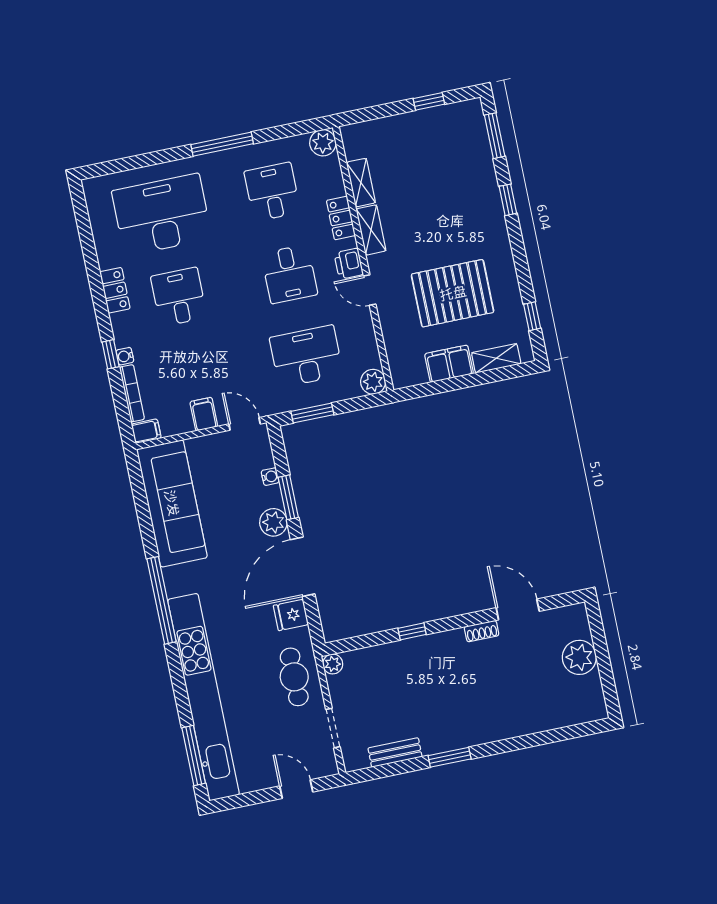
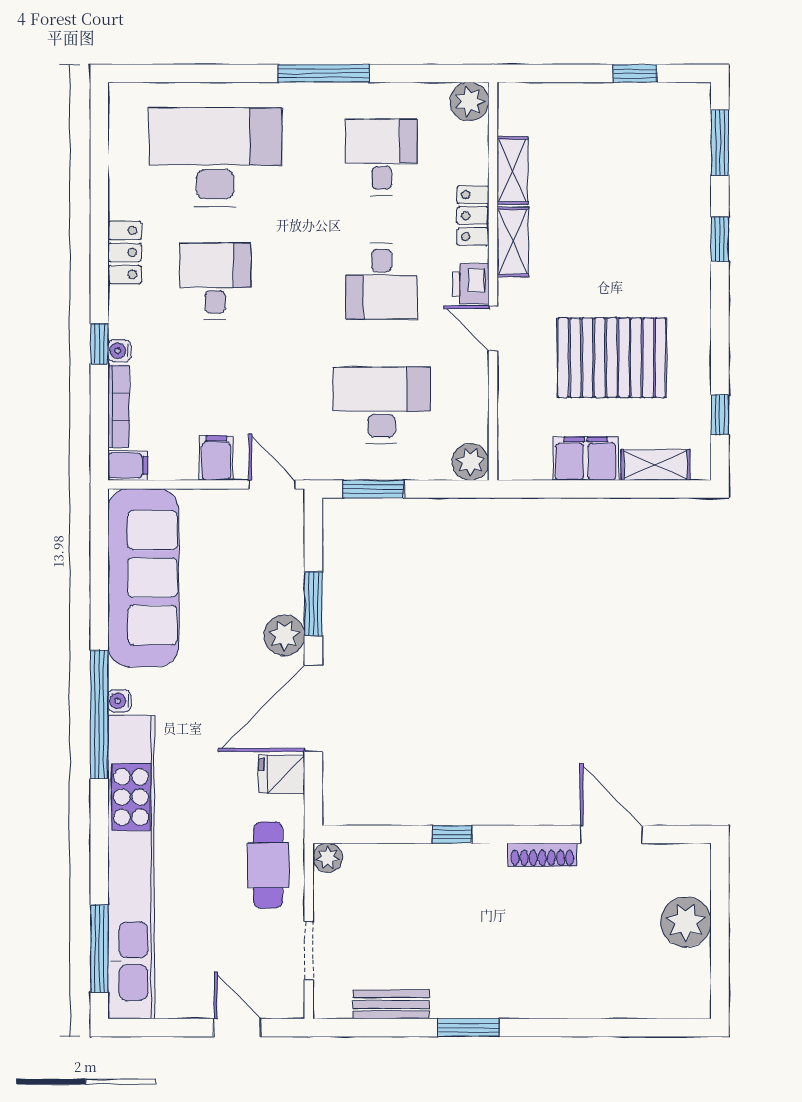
water cooler: (270, 477) -> (119, 701), moved, turned 180
shoe rack: (482, 631) -> (542, 855), width x1.43

